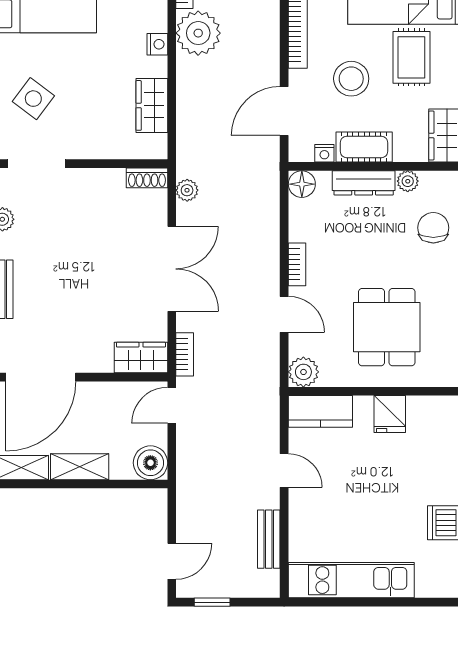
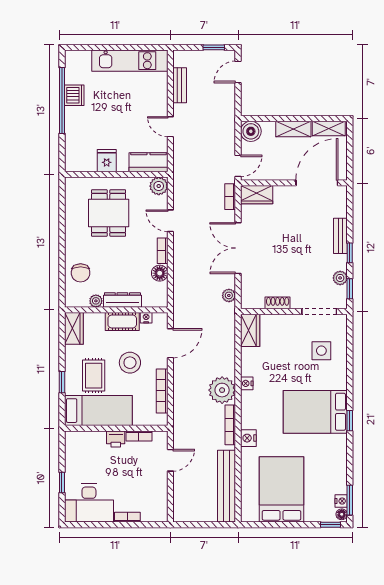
side table: (33, 99) -> (321, 351), turned -37
wardrobe: (152, 105) -> (250, 330), moved
shoe rack: (147, 178) -> (278, 303), moved
floor lamp: (302, 184) -> (160, 273), moved

